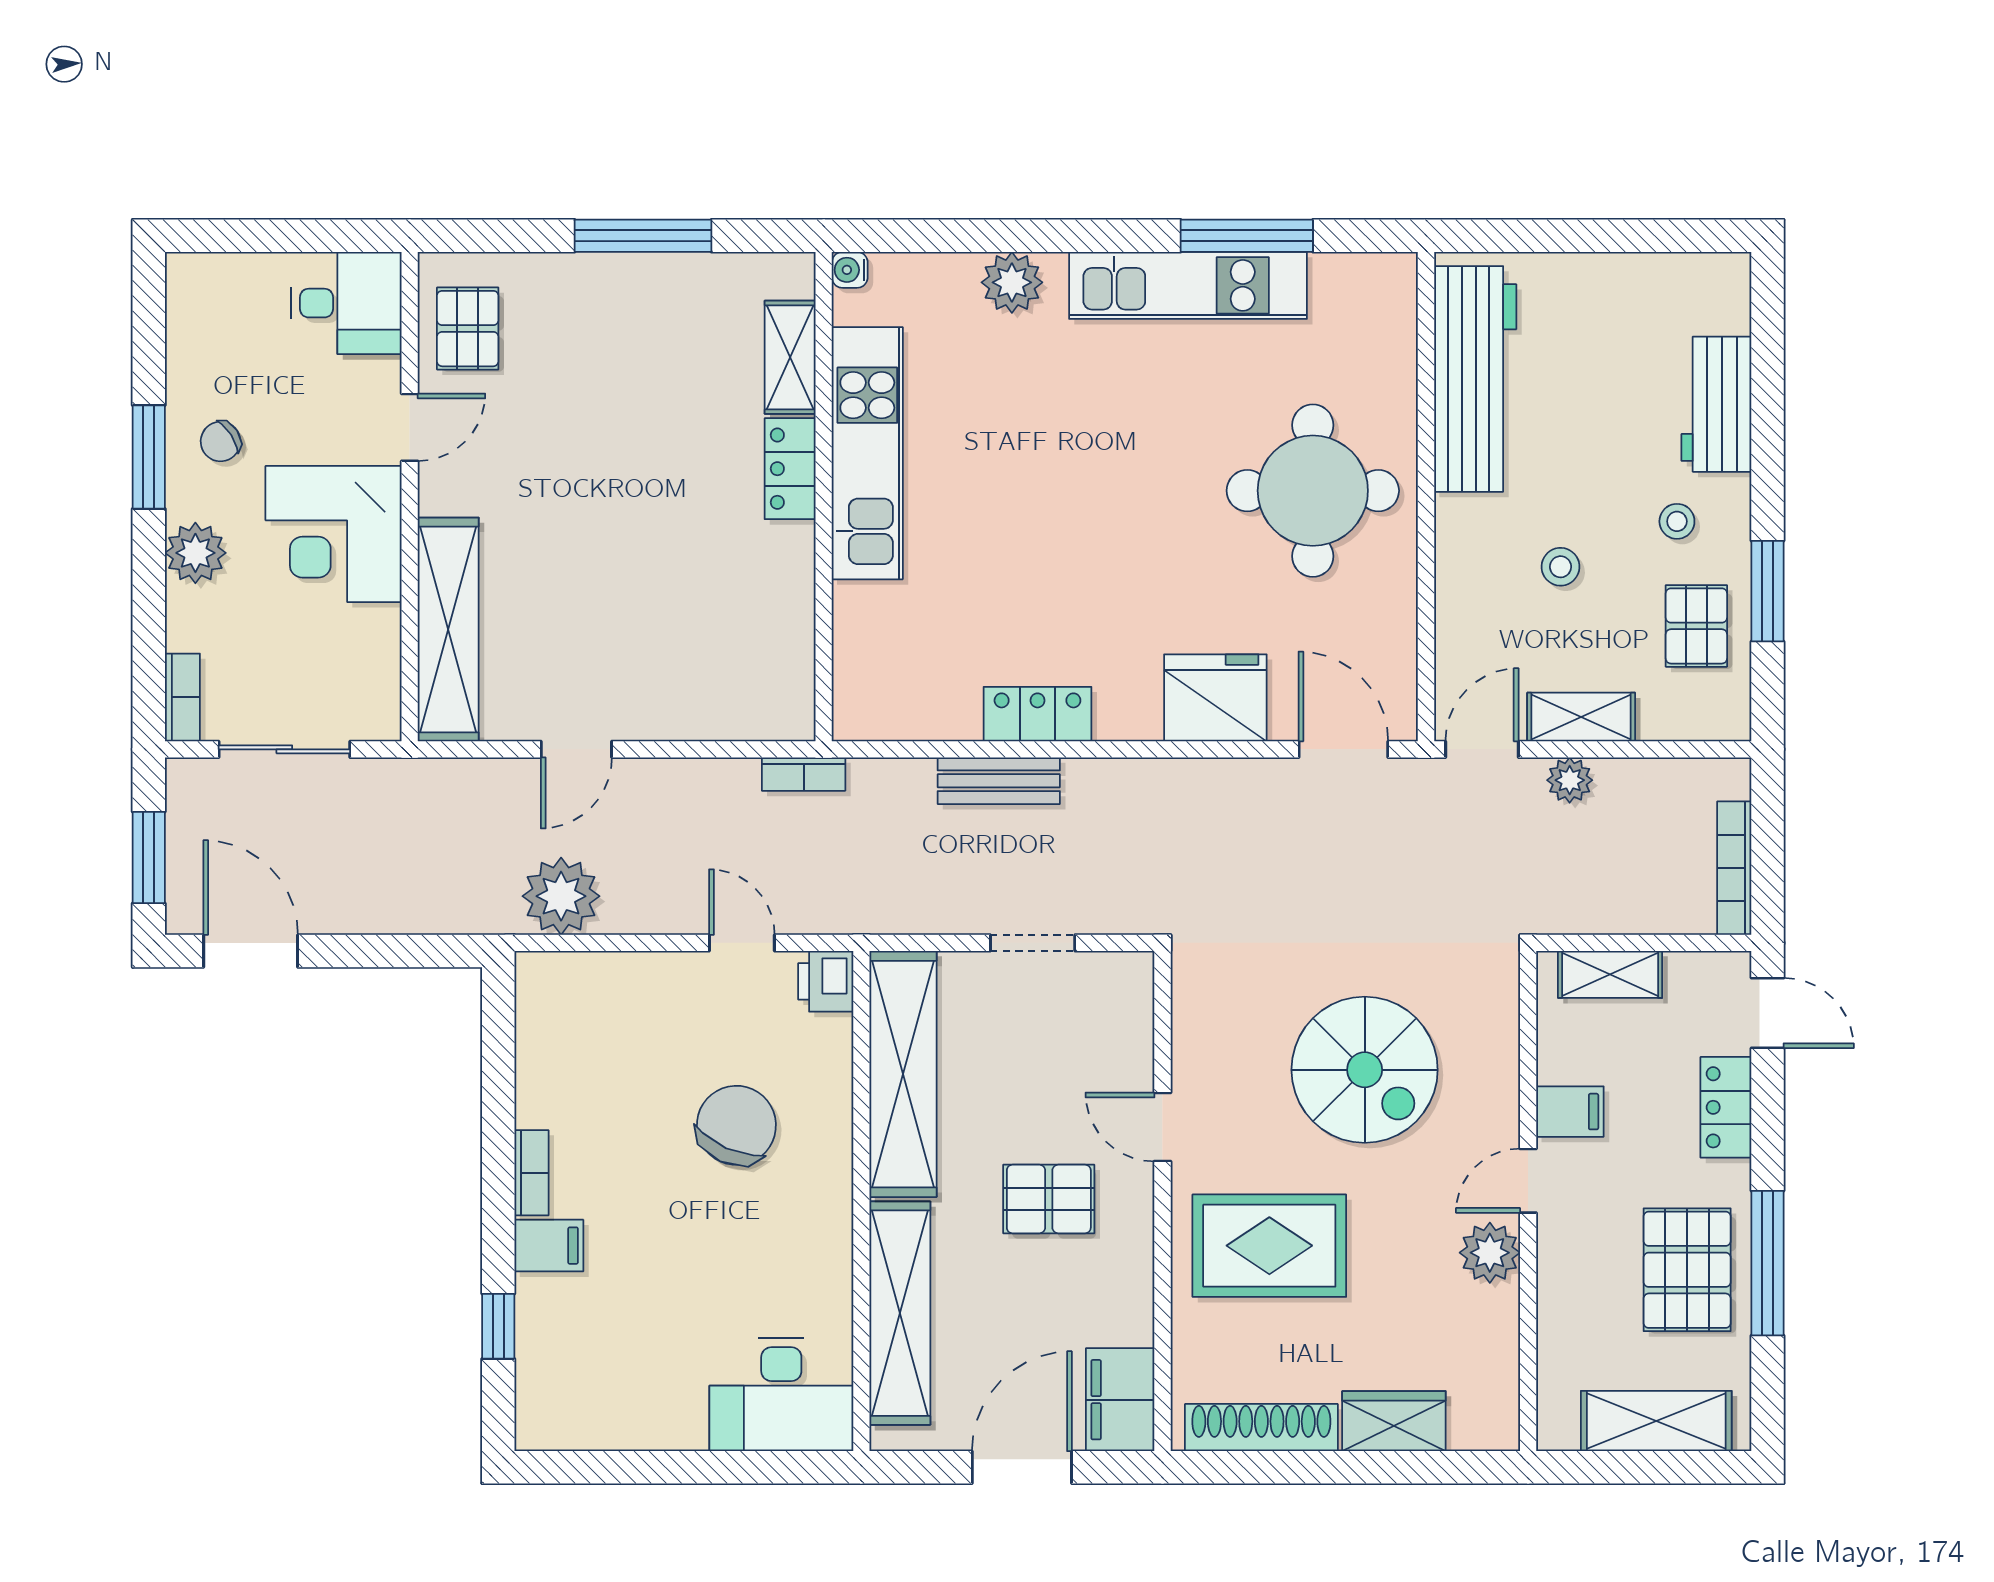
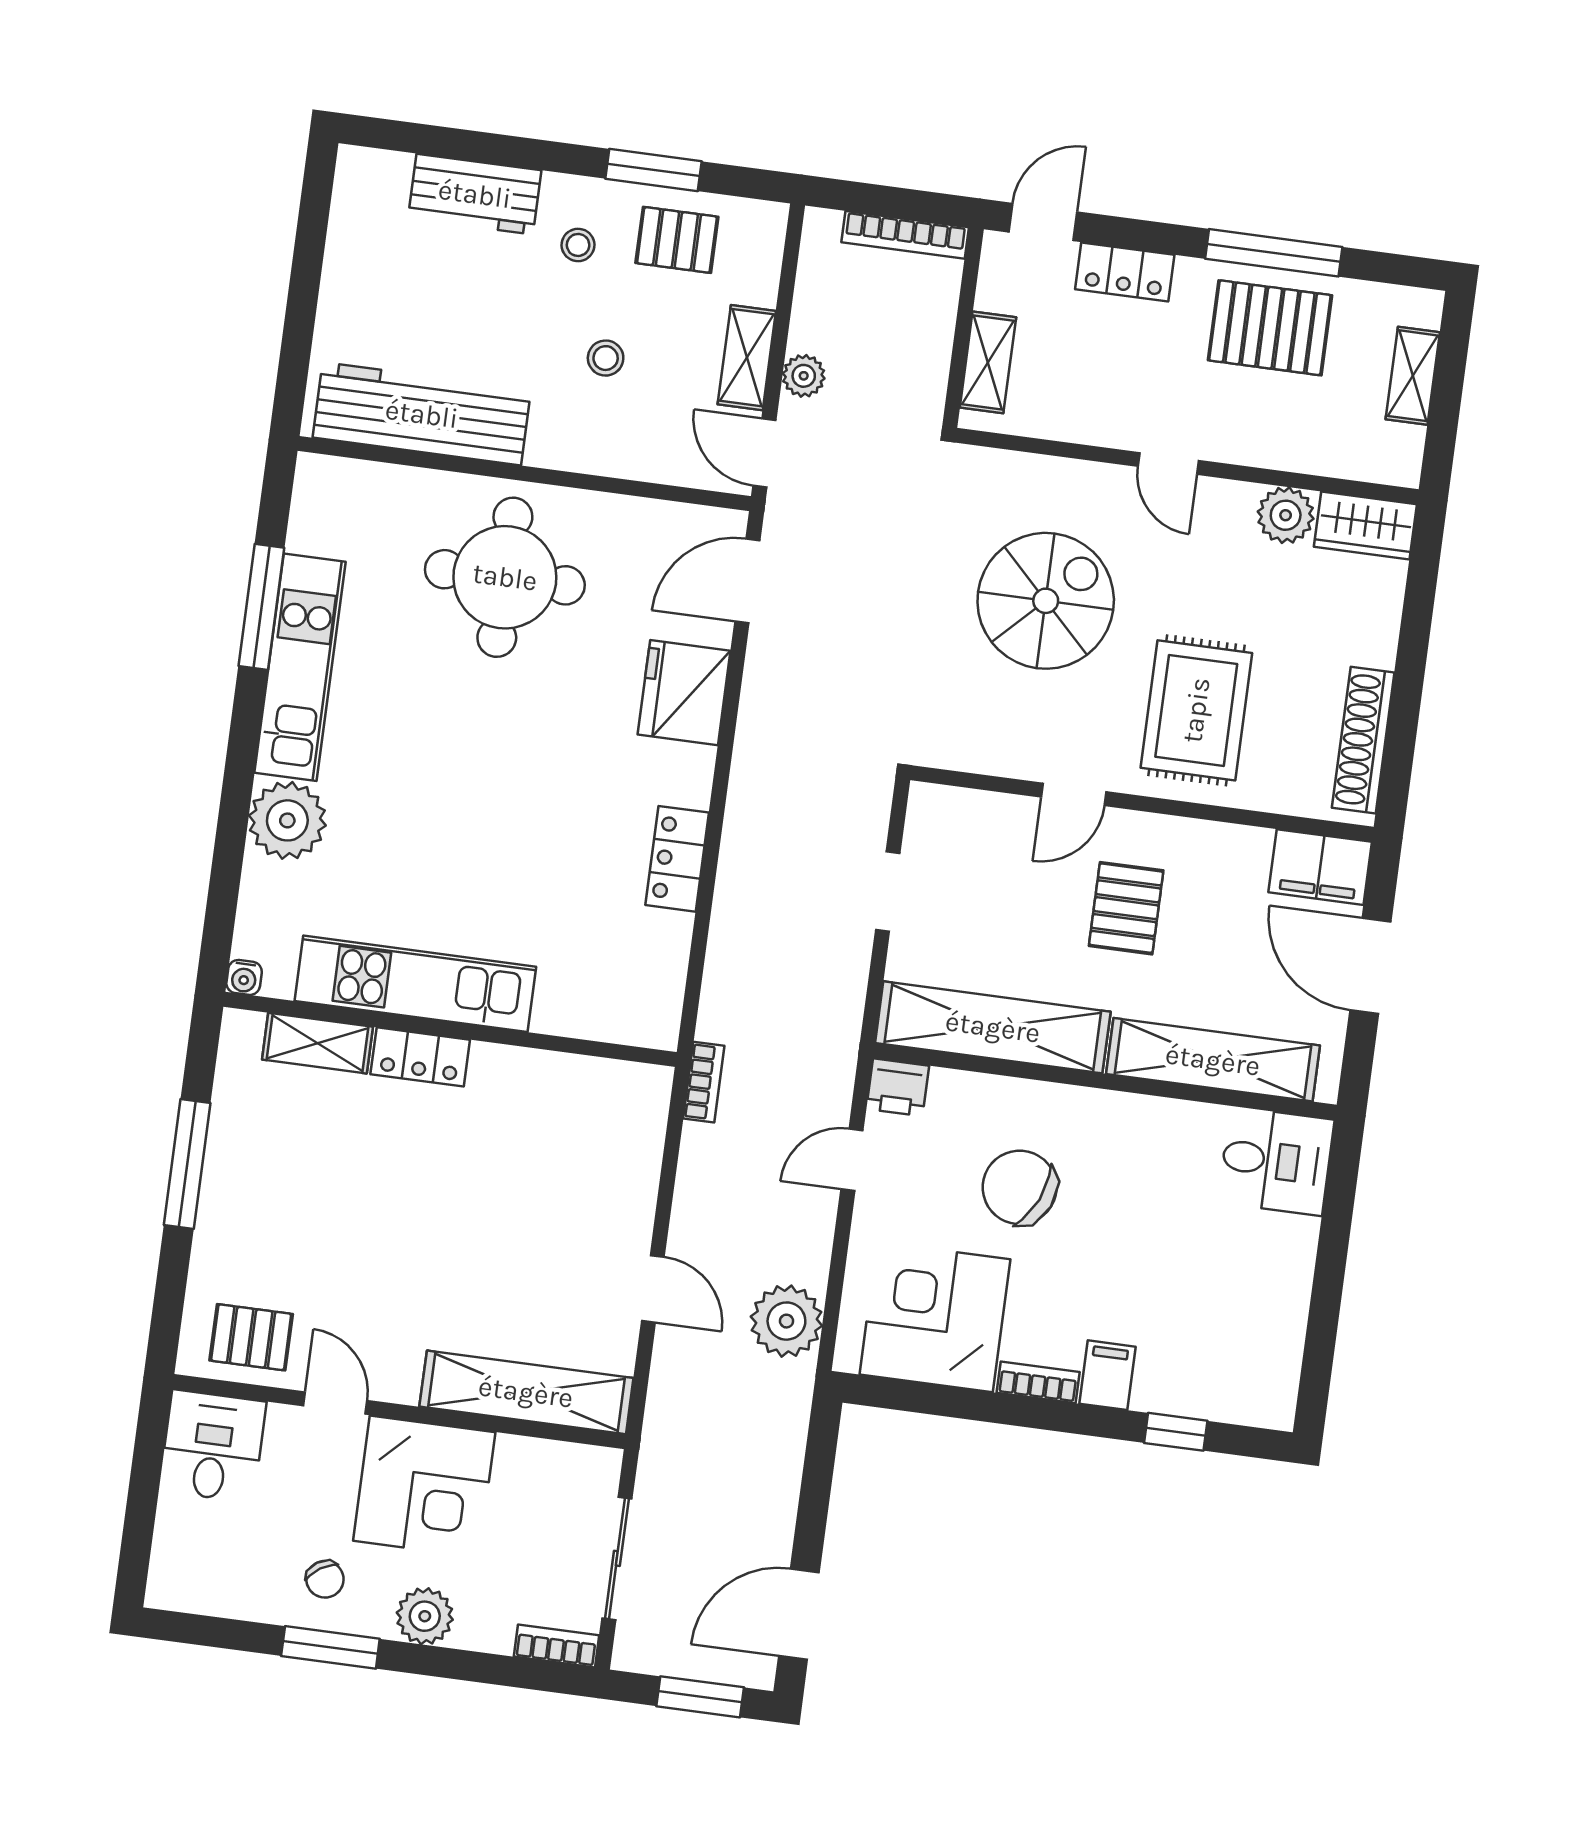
plant: (1012, 282) -> (287, 820), width x1.36, depth x1.36
bench: (999, 781) -> (734, 903), removed
corner desk: (587, 1054) -> (935, 1317), added
filing cabinet: (1570, 1112) -> (1110, 416), removed
plant: (1490, 1253) -> (1286, 515), moved
desk: (781, 1395) -> (1276, 1161), width x0.73
wardrobe: (1394, 1421) -> (1365, 526), moved, turned -90
shelving: (1656, 1421) -> (1413, 376), width x0.67, depth x0.75

